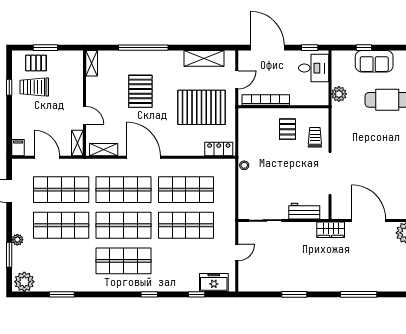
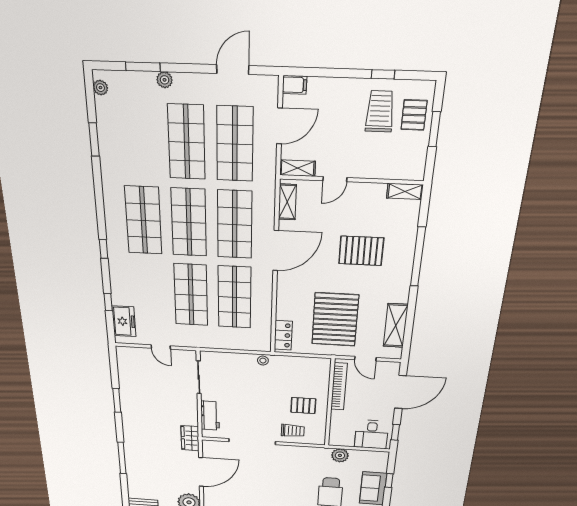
plant: (24, 282) -> (100, 88), width x0.53, depth x0.53

